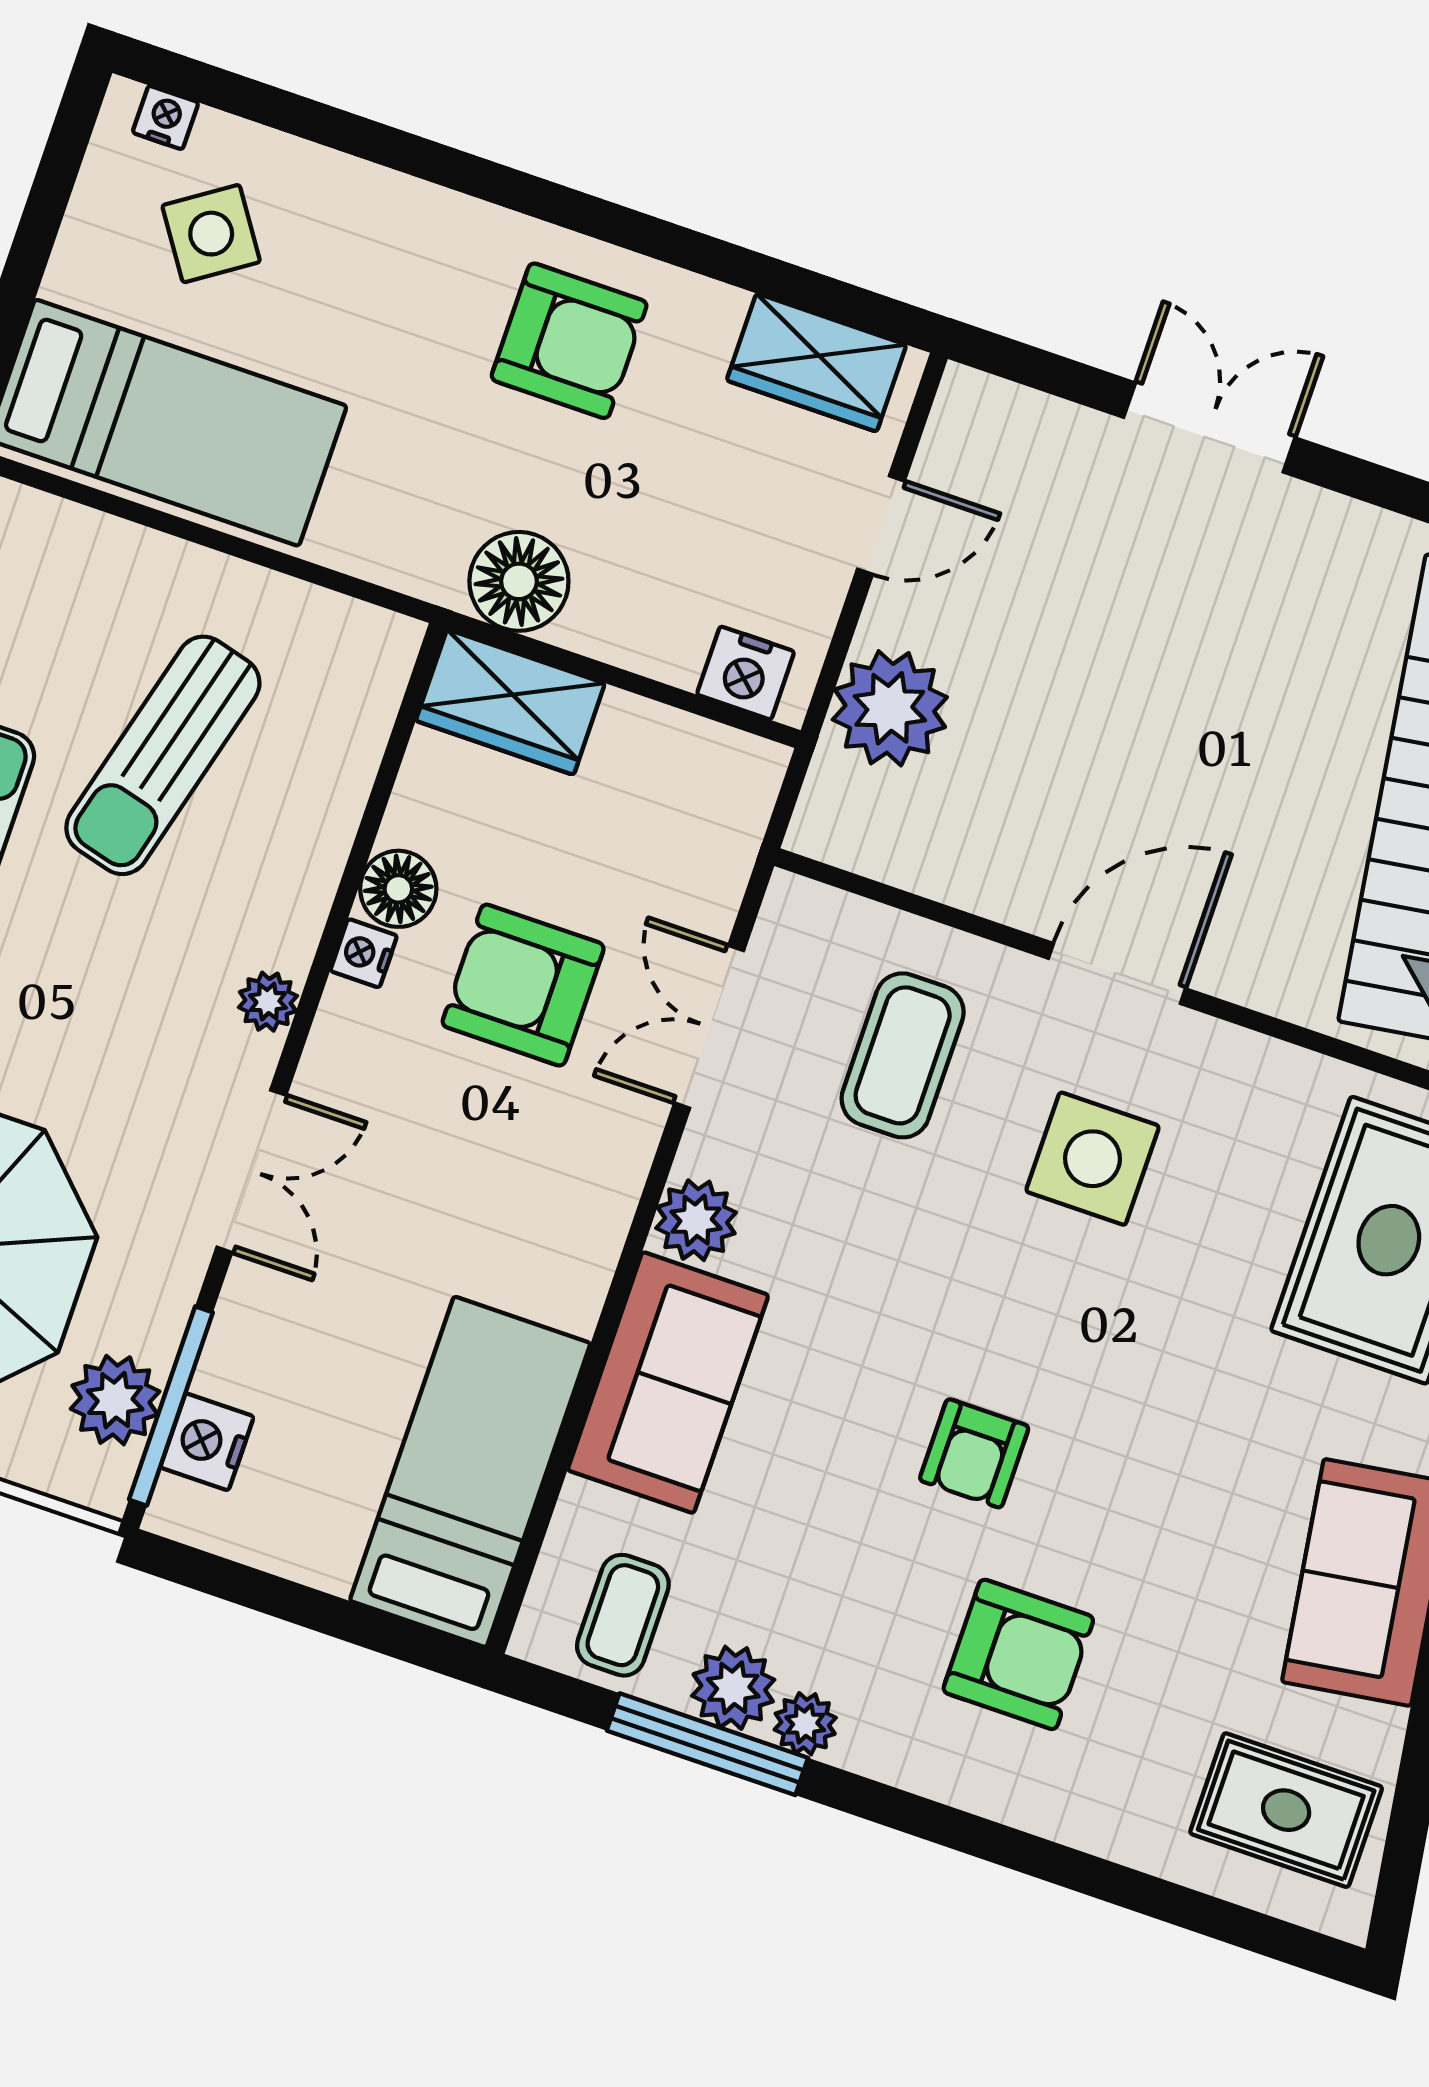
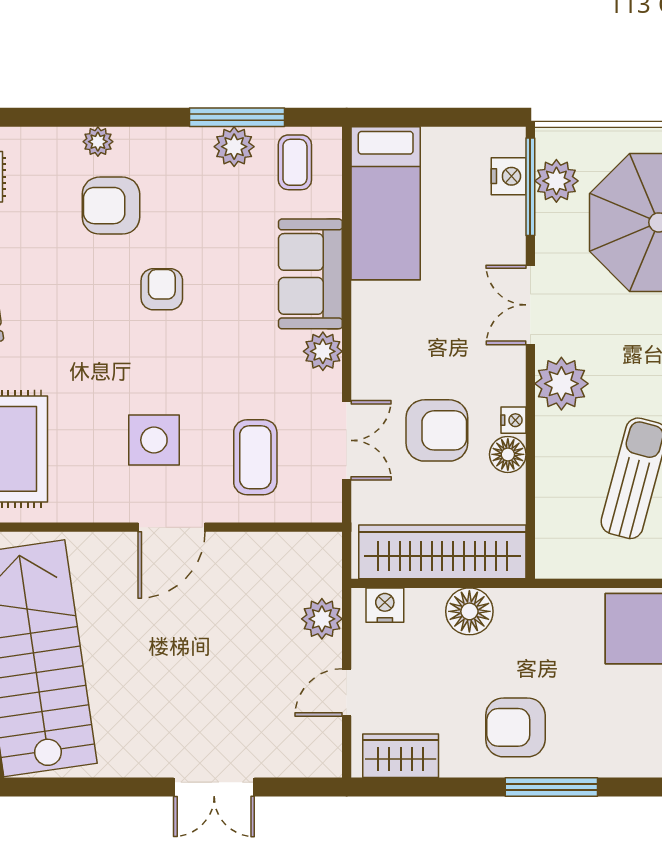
window: (538, 198) -> (551, 787), added
floor lamp: (519, 581) -> (469, 611), moved
wardrobe: (510, 702) -> (442, 552), width x2.10, depth x1.17
plant: (890, 708) -> (322, 619), width x0.73, depth x0.73
plant: (268, 1002) -> (561, 384), width x1.88, depth x1.88
plant: (805, 1724) -> (98, 142), moved

